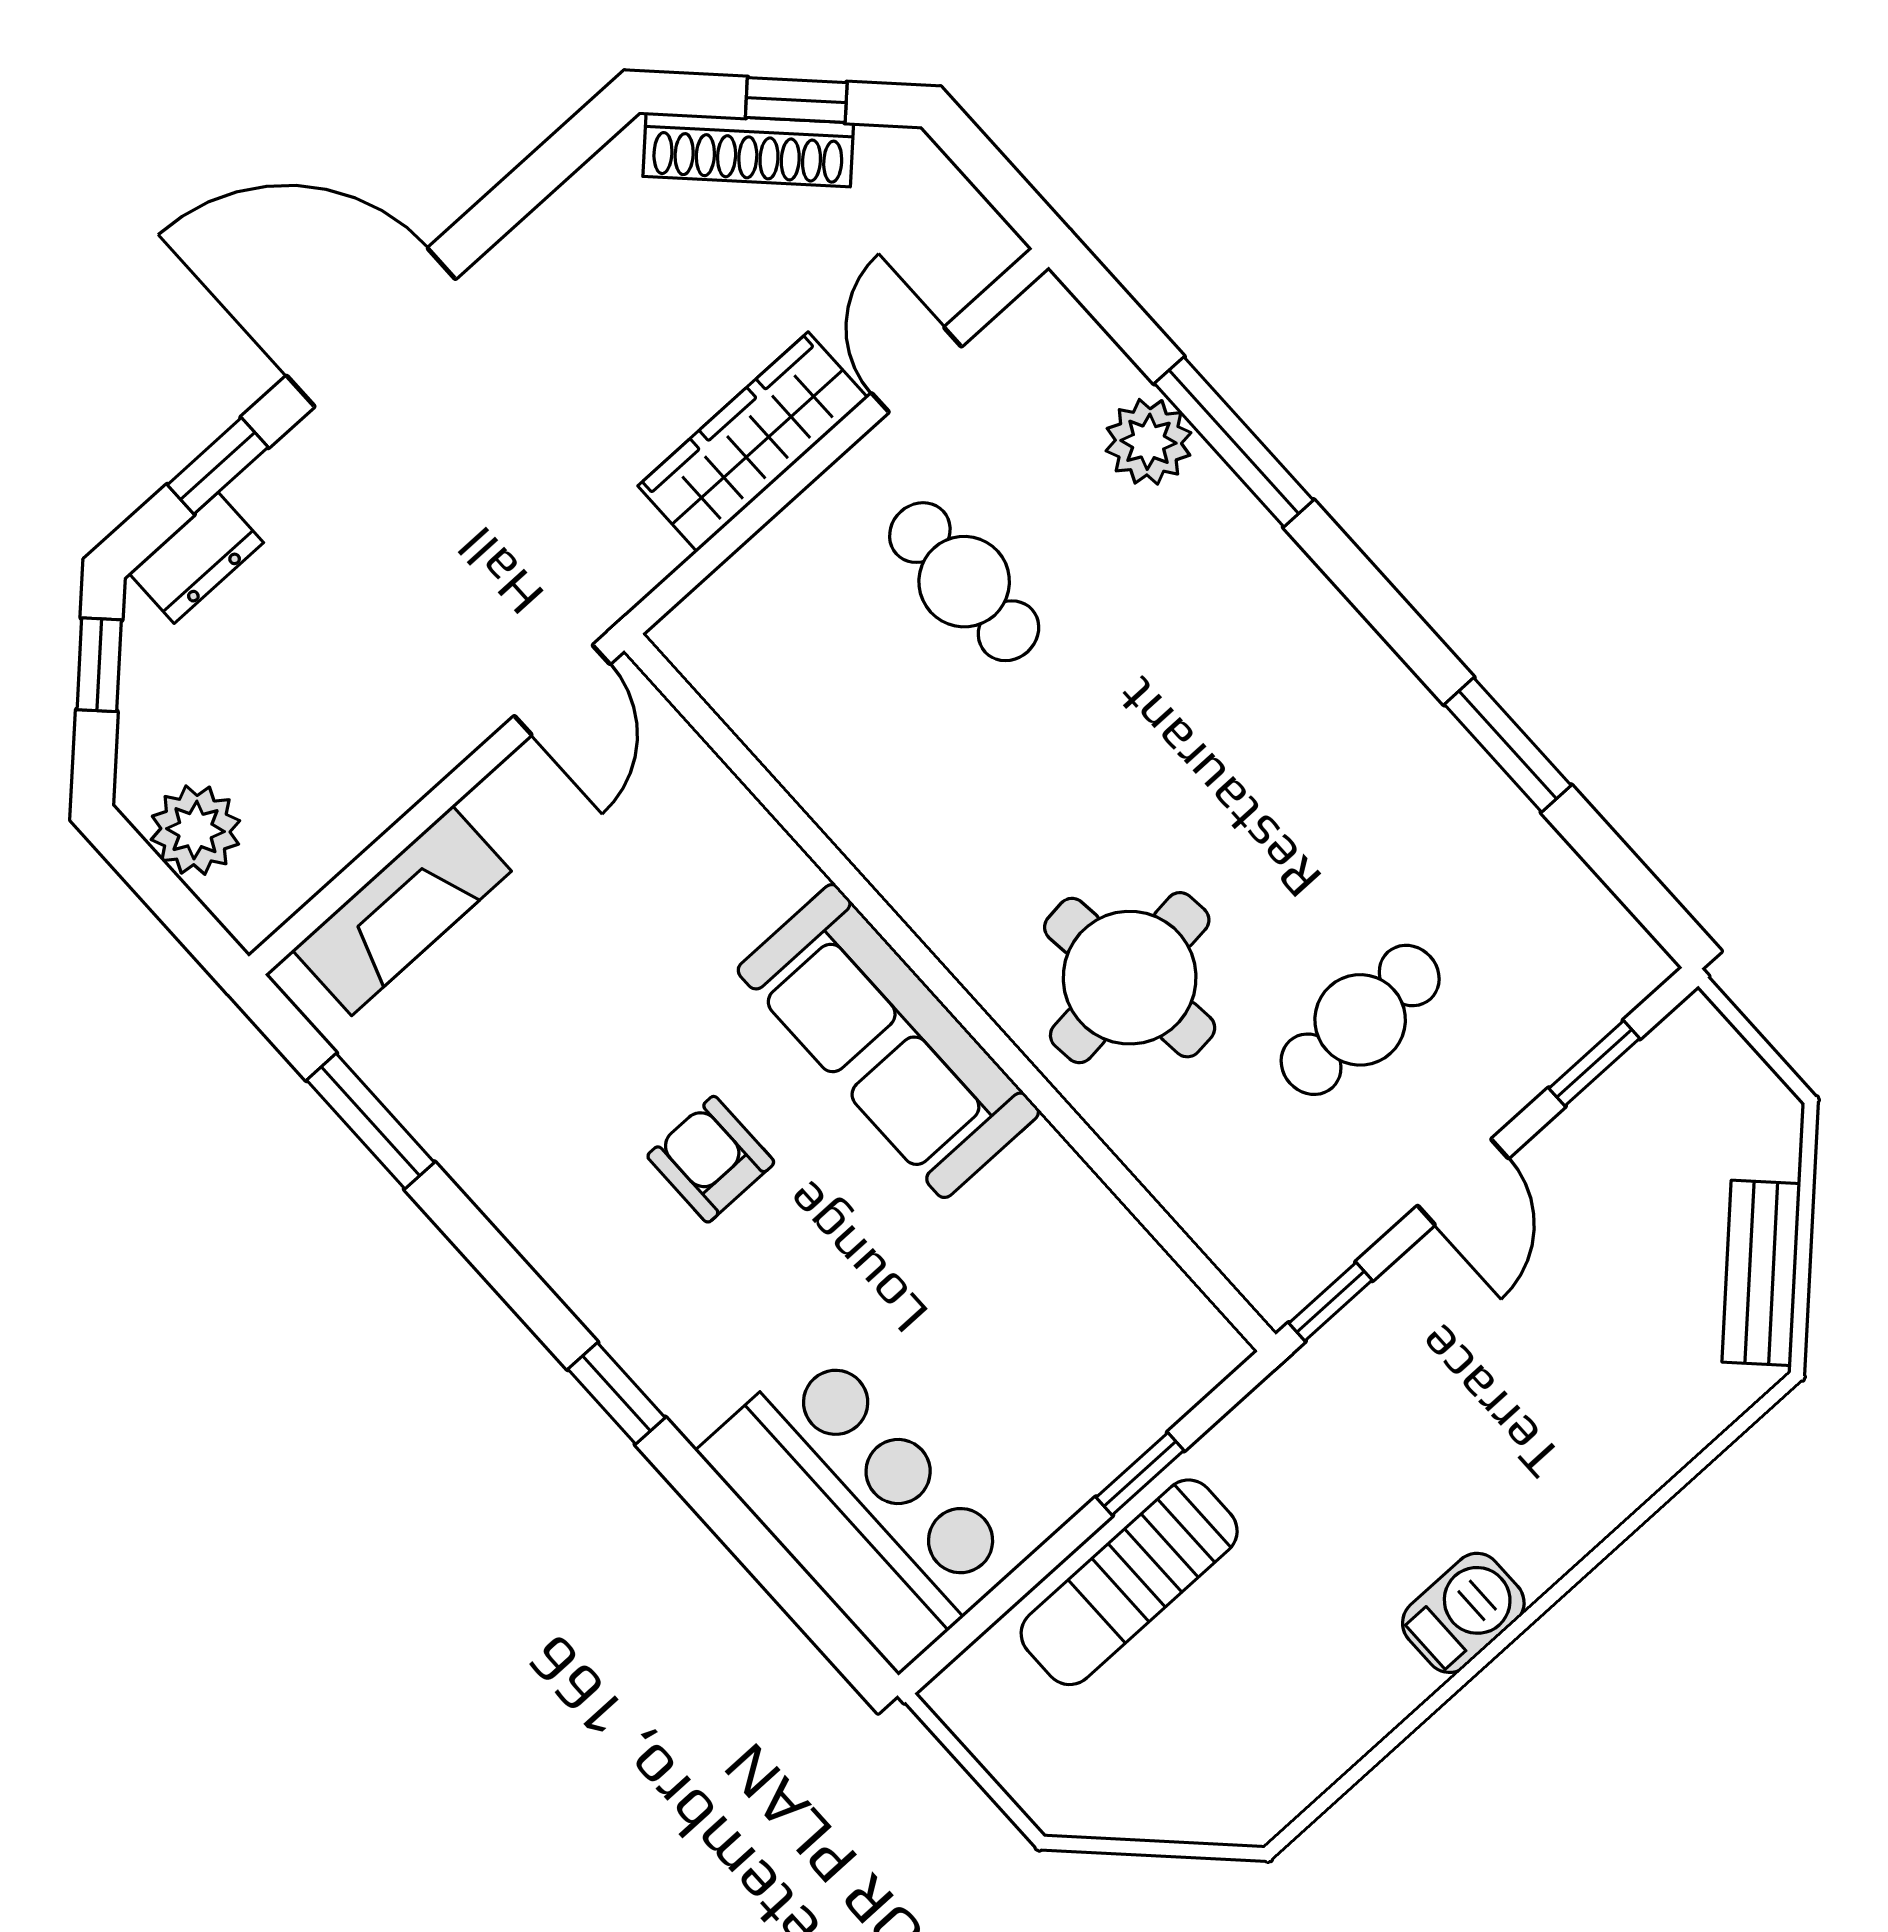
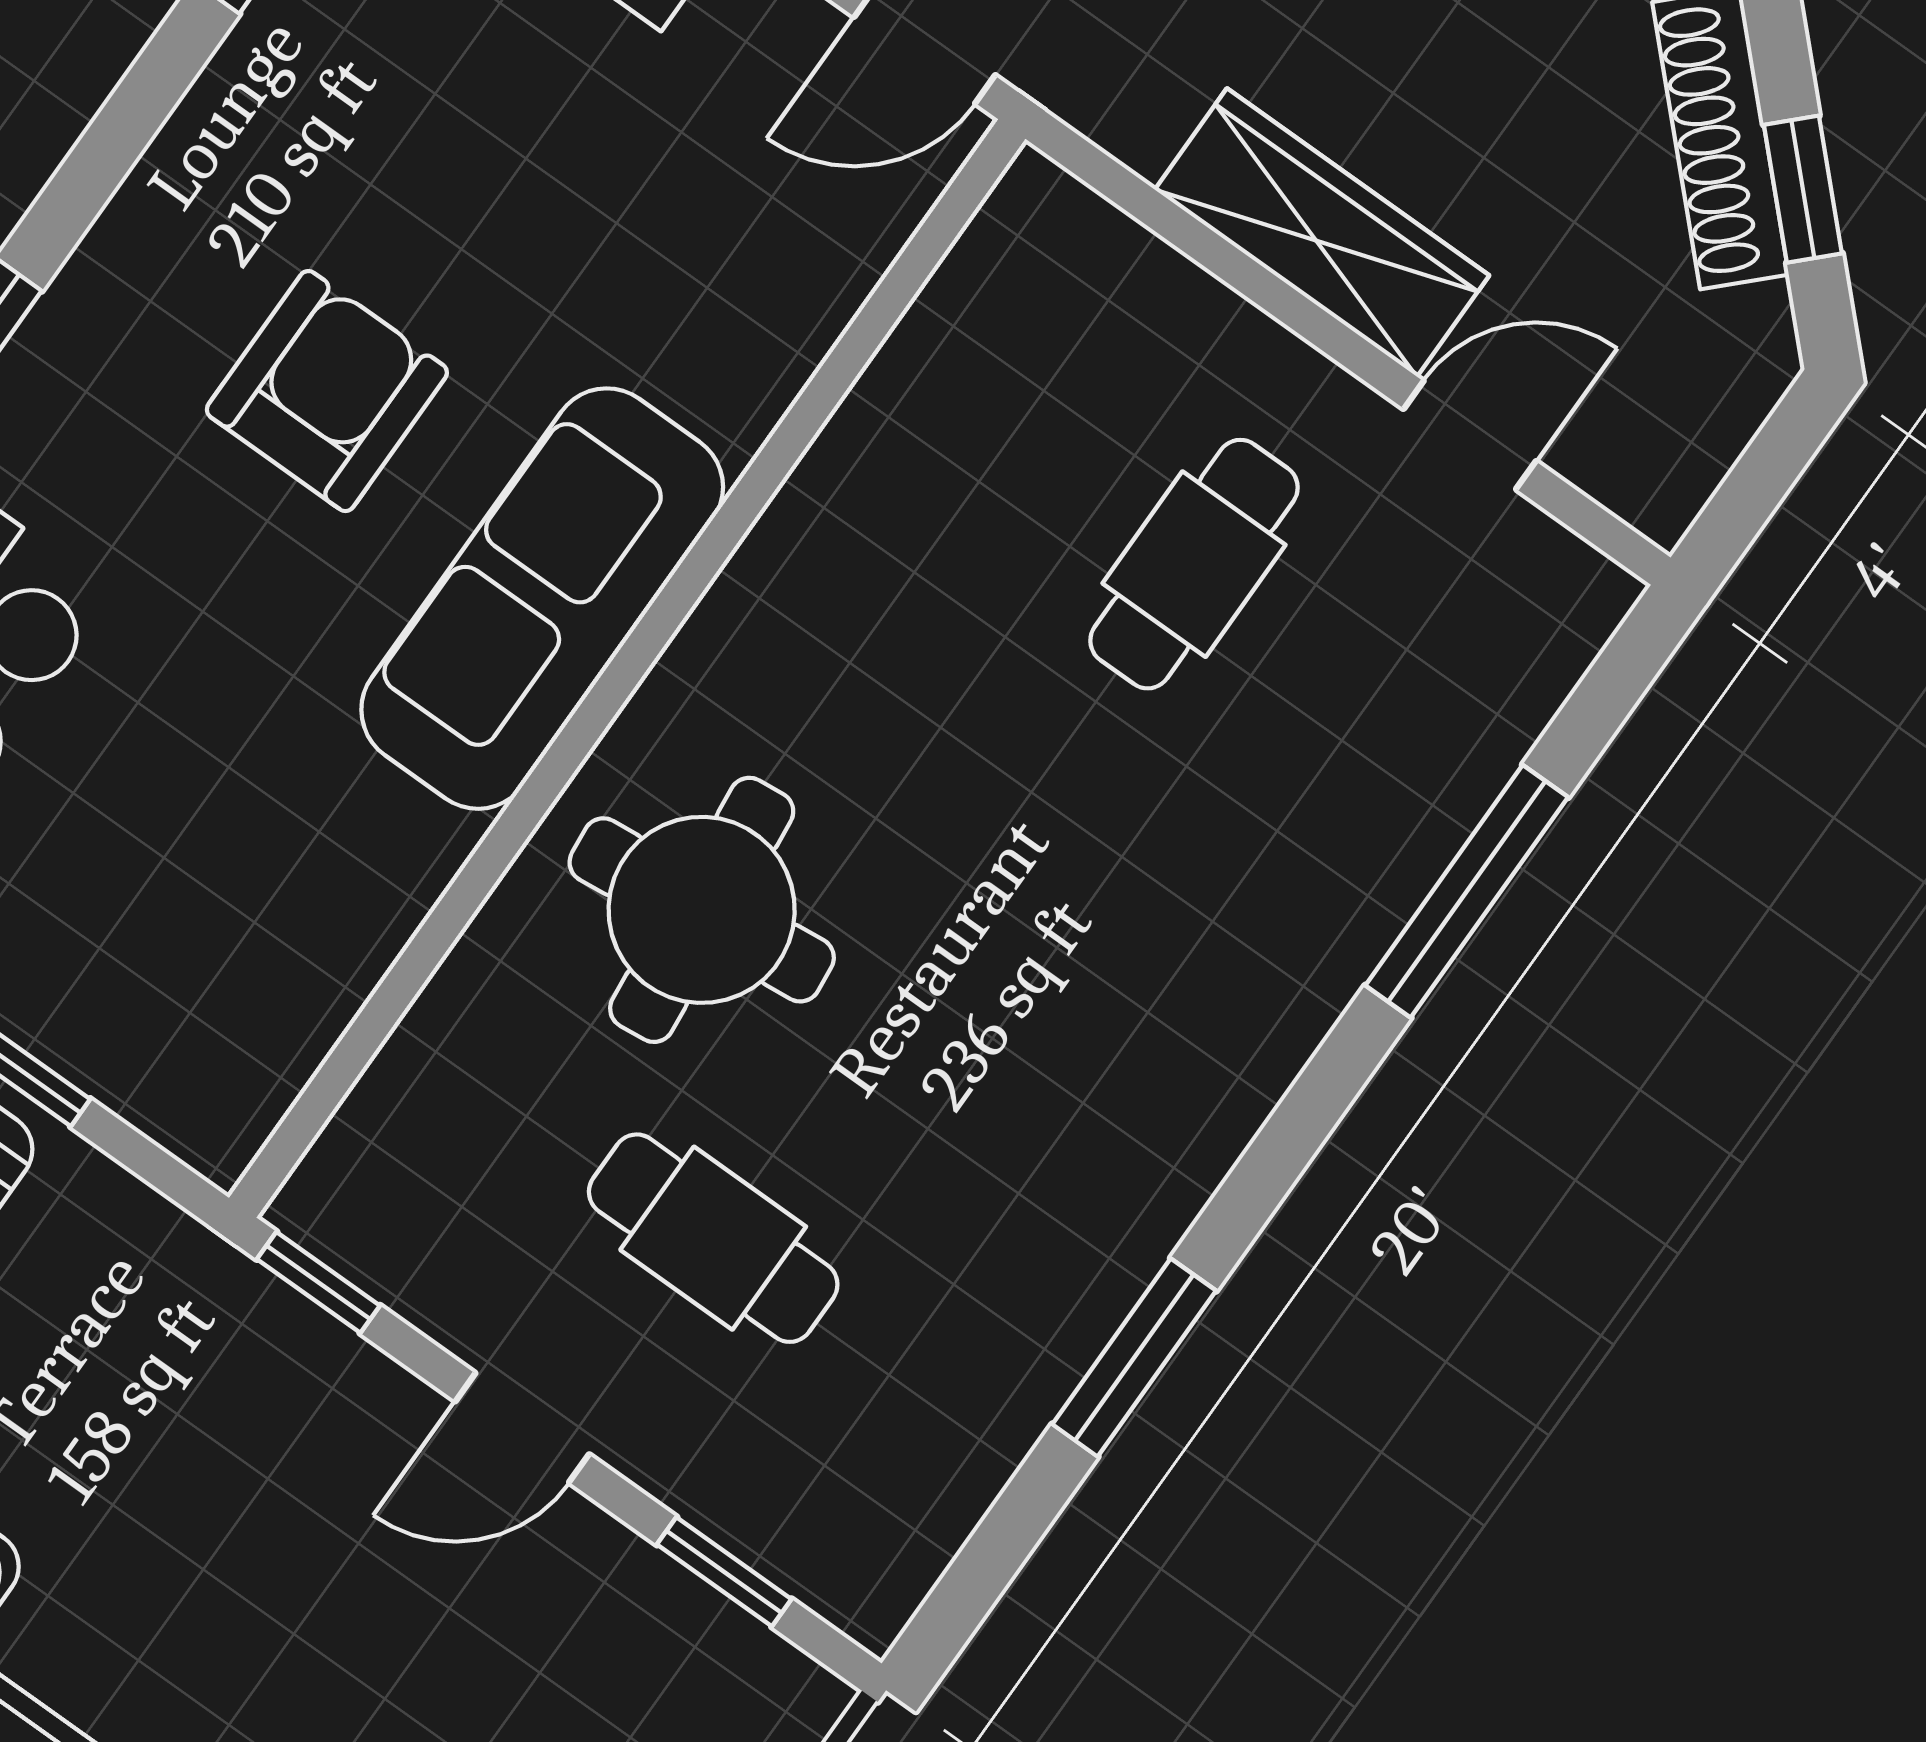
plant: (1148, 442) -> (1441, 774), removed
armchair: (711, 1159) -> (327, 391), width x1.38, depth x1.38

